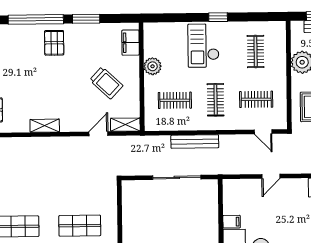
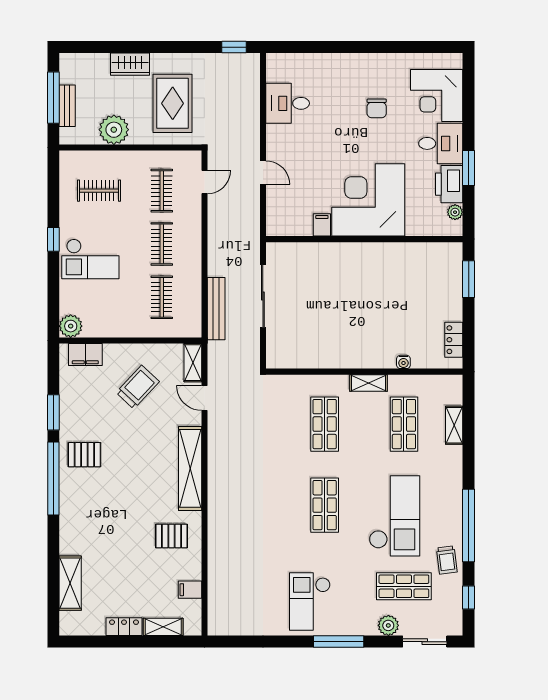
plant: (153, 66) -> (71, 326), moved
clothes rail: (216, 100) -> (162, 244), turned 90
shelving: (45, 126) -> (190, 468), width x2.20, depth x1.33
bench: (195, 142) -> (216, 309), moved

